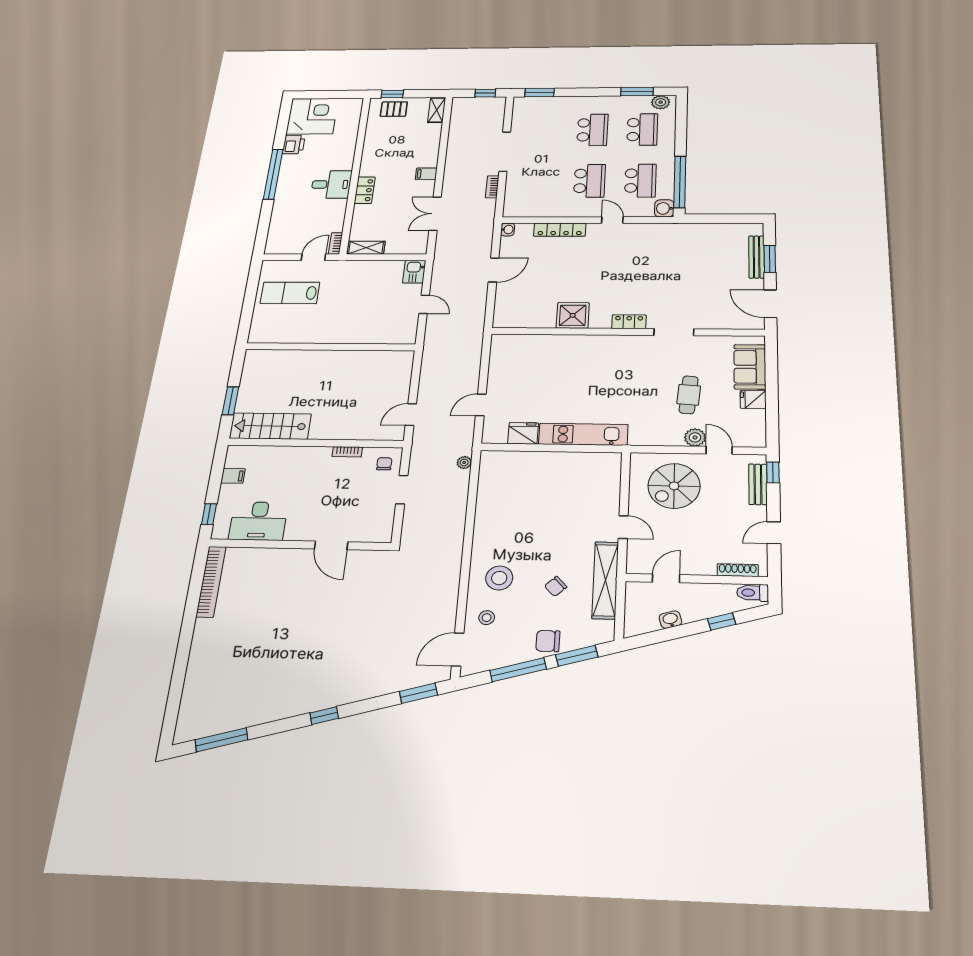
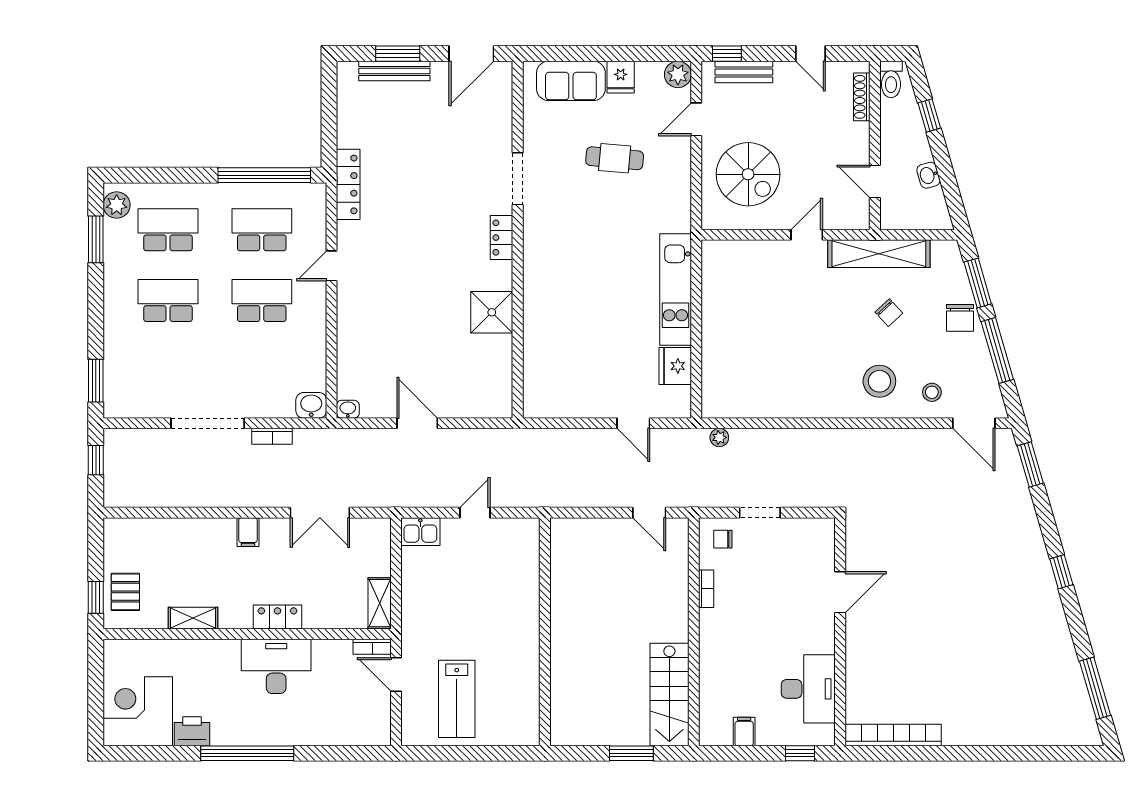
shelving: (437, 110) -> (193, 618), moved
desk: (331, 184) -> (276, 666), width x1.37
washbasin: (664, 208) -> (311, 405), moved, turned 180
locker: (560, 230) -> (348, 184), moved
plant: (695, 437) -> (678, 74), moved

